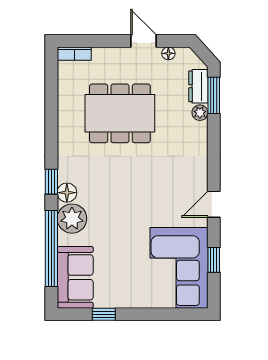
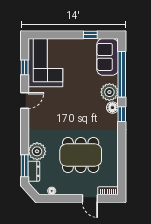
door: (144, 41) -> (90, 198), moved
plant: (200, 113) -> (37, 151), width x1.88, depth x1.88

